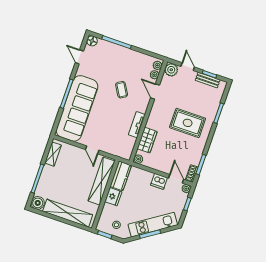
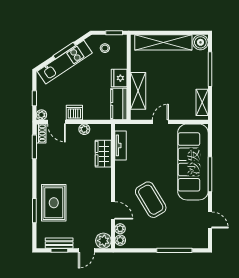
floor lamp: (92, 41) -> (202, 242), removed
door: (188, 67) -> (86, 250), hinge flipped
coffee table: (122, 90) -> (151, 200), width x1.86, depth x1.72
rug: (188, 123) -> (54, 203), moved, turned 90
tv unit: (137, 125) -> (121, 145), moved
door: (92, 150) -> (160, 122), hinge flipped
plant: (138, 159) -> (84, 129), moved
shelving: (101, 181) -> (138, 91), width x0.68

